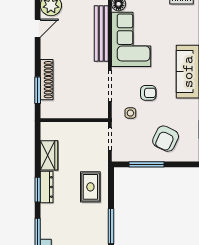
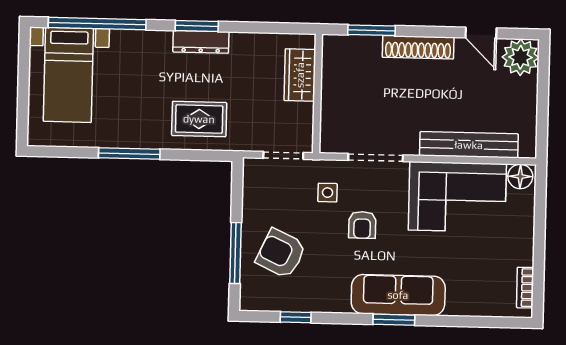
shoe rack: (47, 80) -> (418, 47), moved
wardrobe: (49, 155) -> (300, 75), moved, turned 90
window: (146, 164) -> (235, 253), moved

